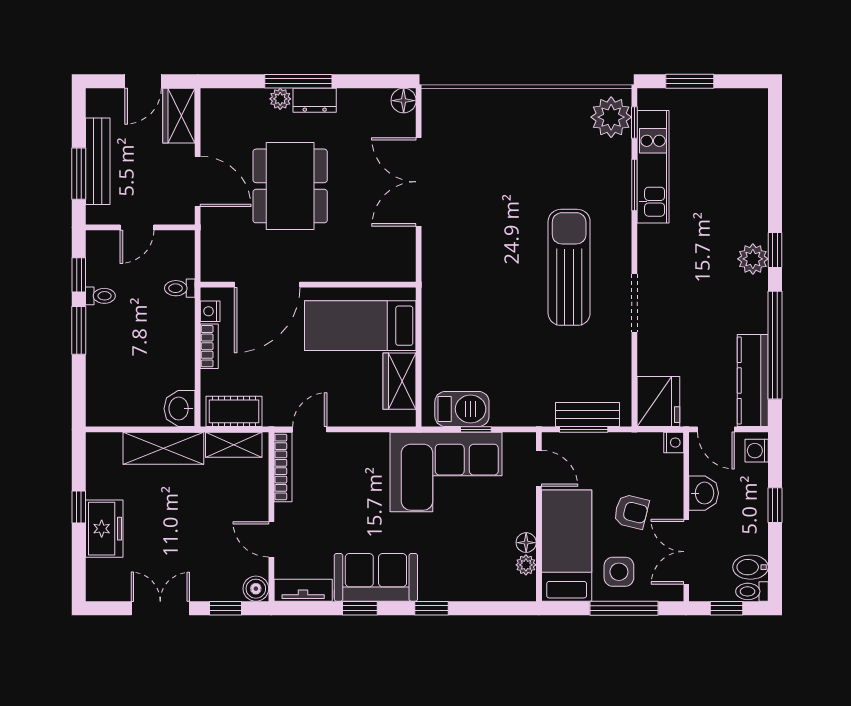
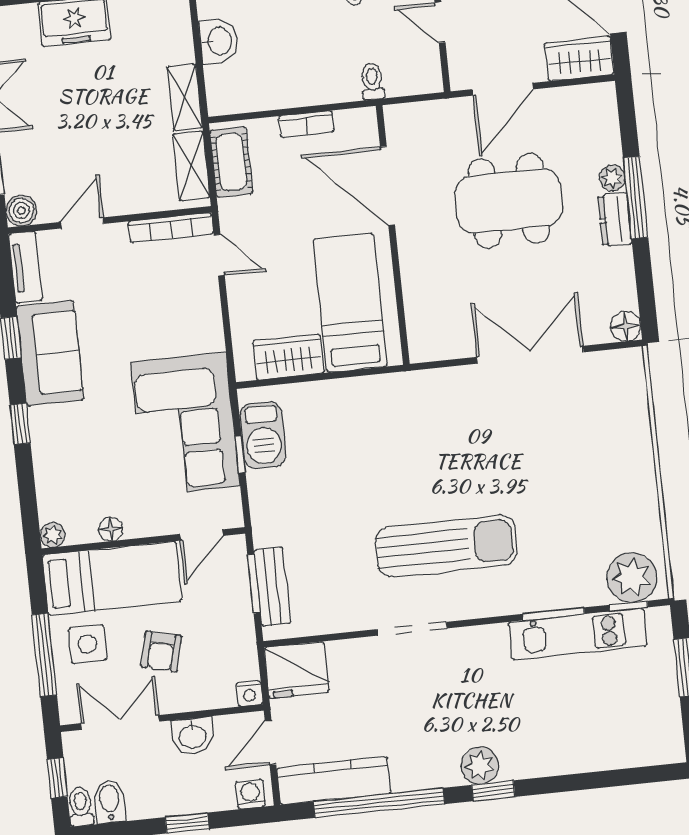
nightstand: (210, 311) -> (348, 121), removed
washbasin: (180, 409) -> (219, 41), moved, turned 90
shelving: (163, 448) -> (185, 97), width x0.67, depth x0.75
plant: (526, 565) -> (53, 535), moved

